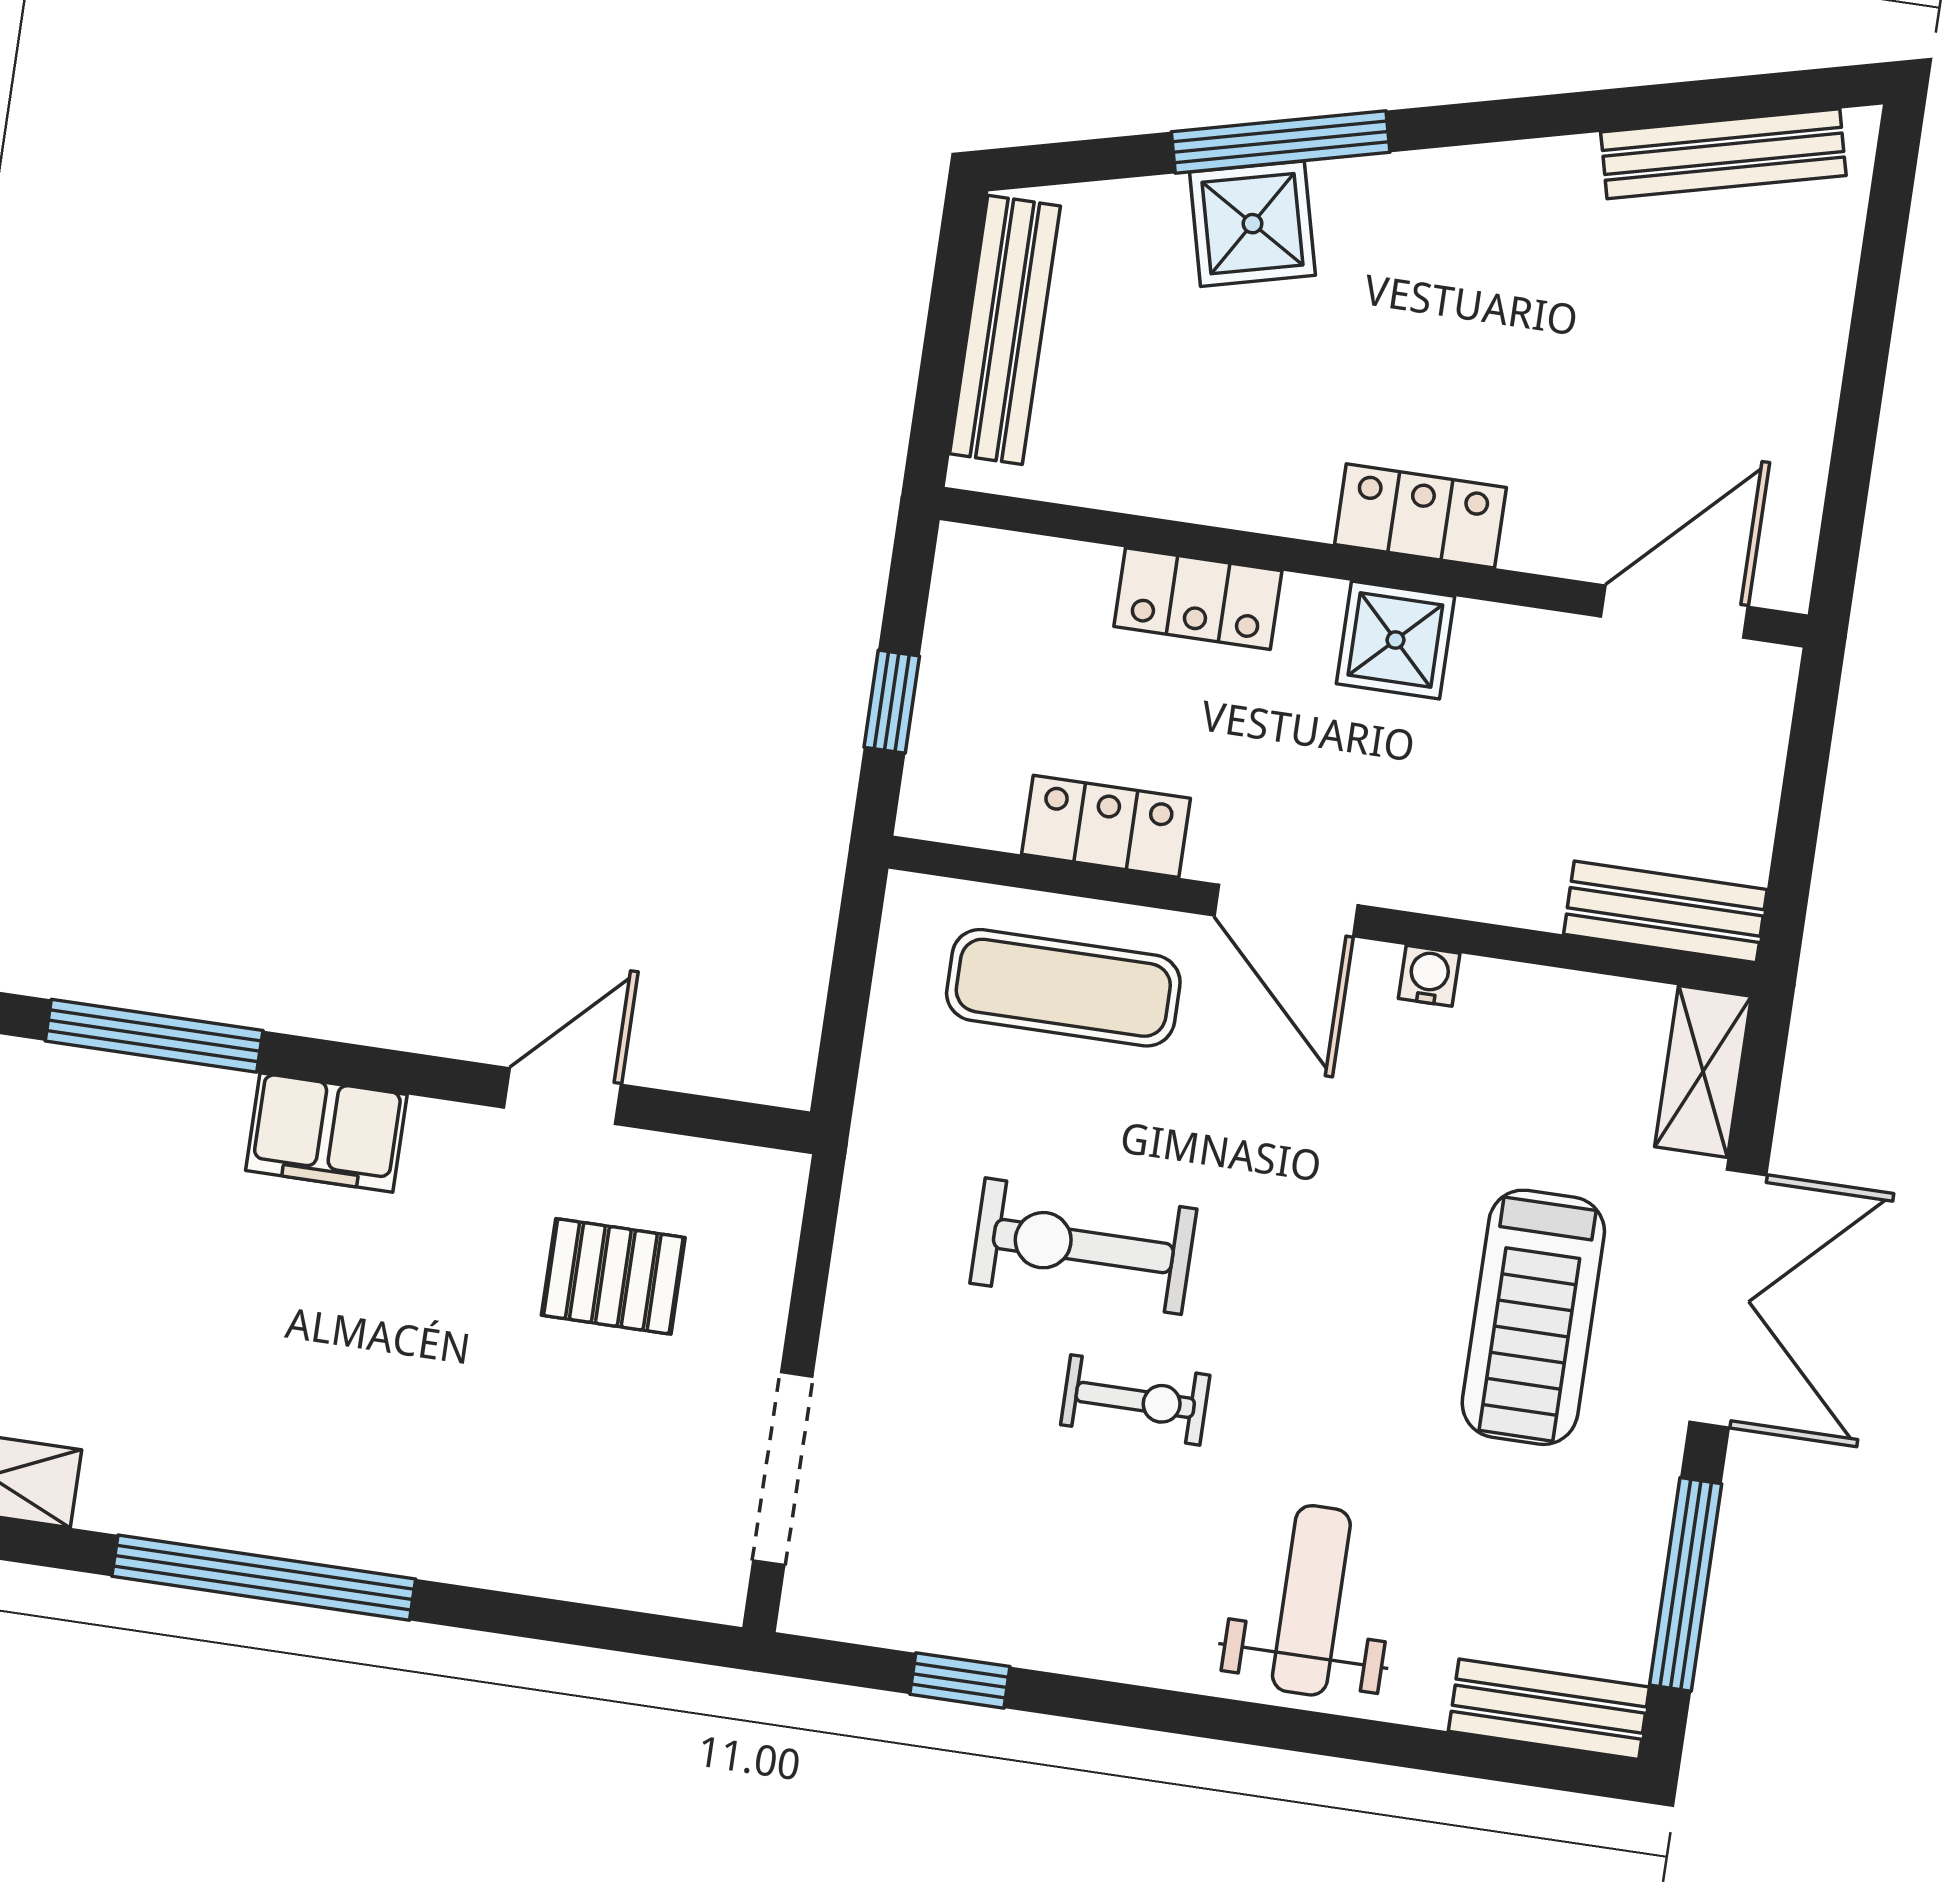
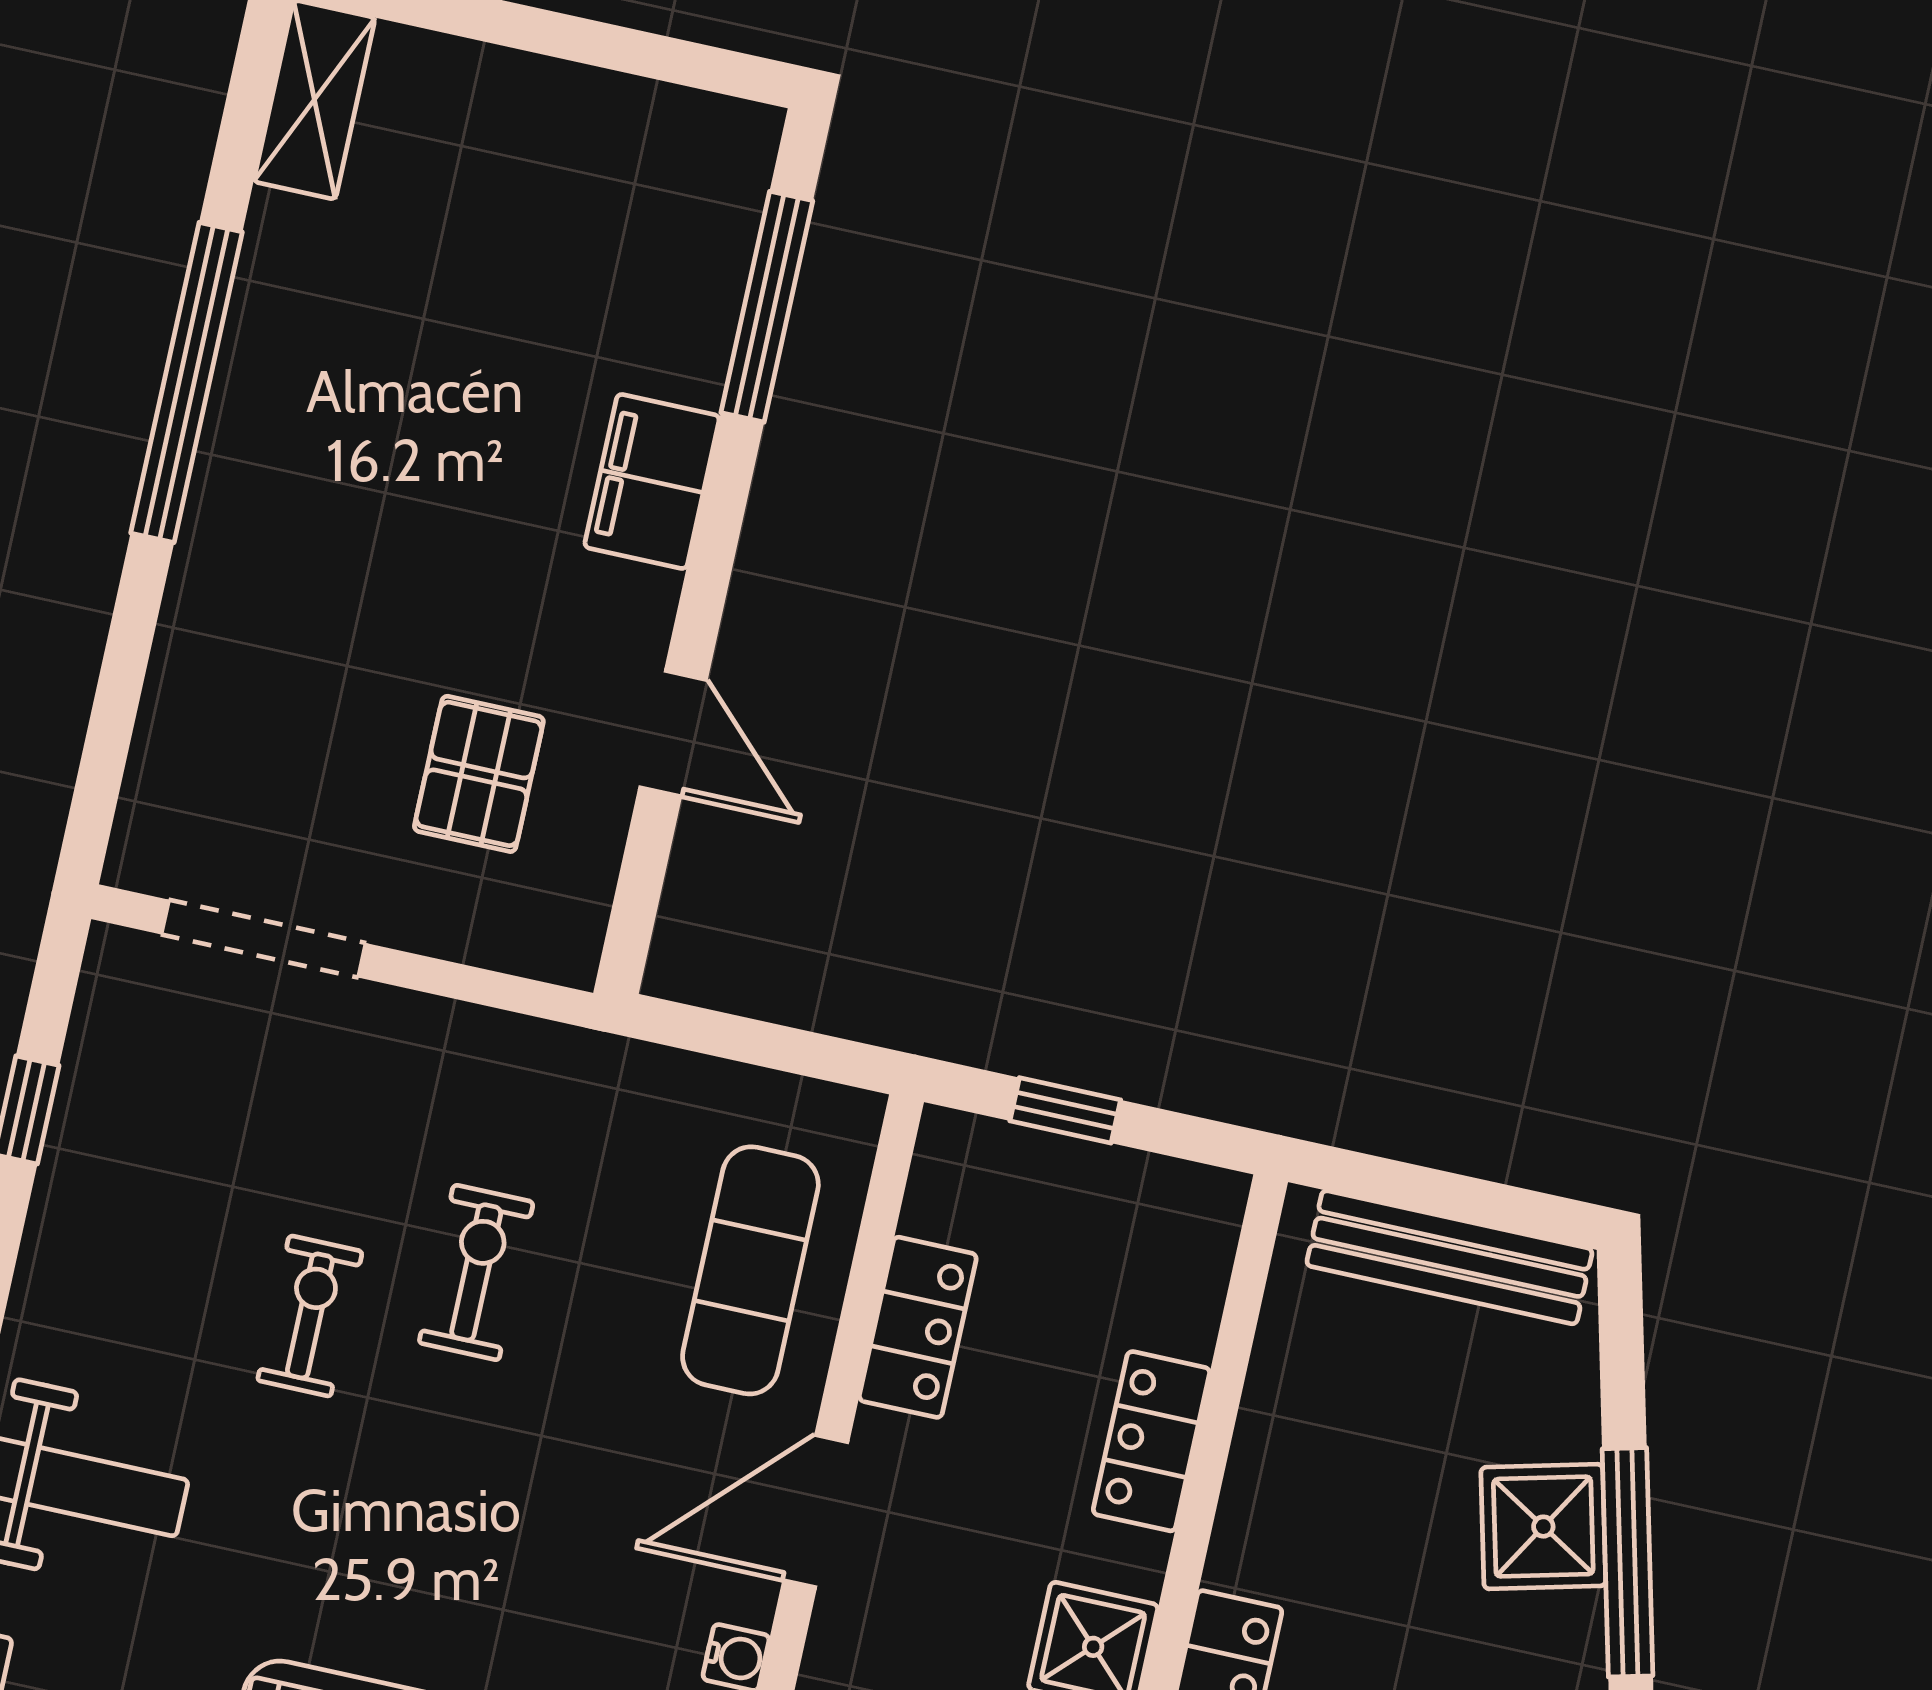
exercise bike: (1083, 1246) -> (476, 1272), width x0.73, depth x0.72
exercise bike: (1135, 1400) -> (310, 1316), turned 180

